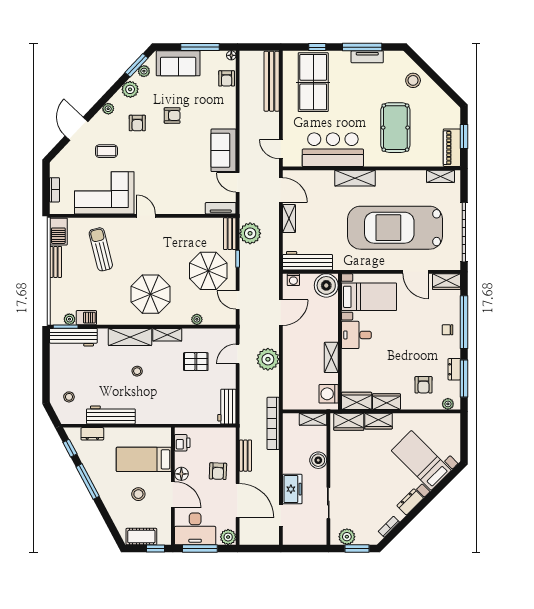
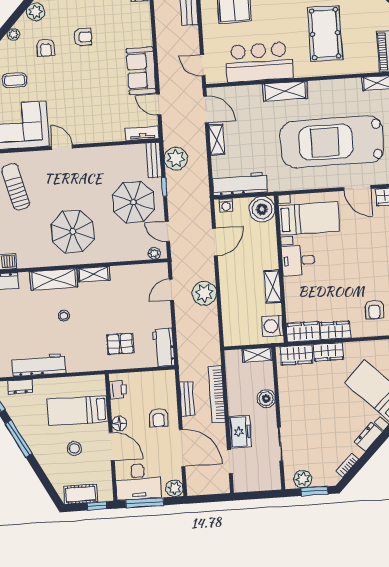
plant: (197, 319) -> (154, 253), moved
pallet: (196, 362) -> (120, 344), moved
bookcase: (273, 423) -> (217, 394), moved

